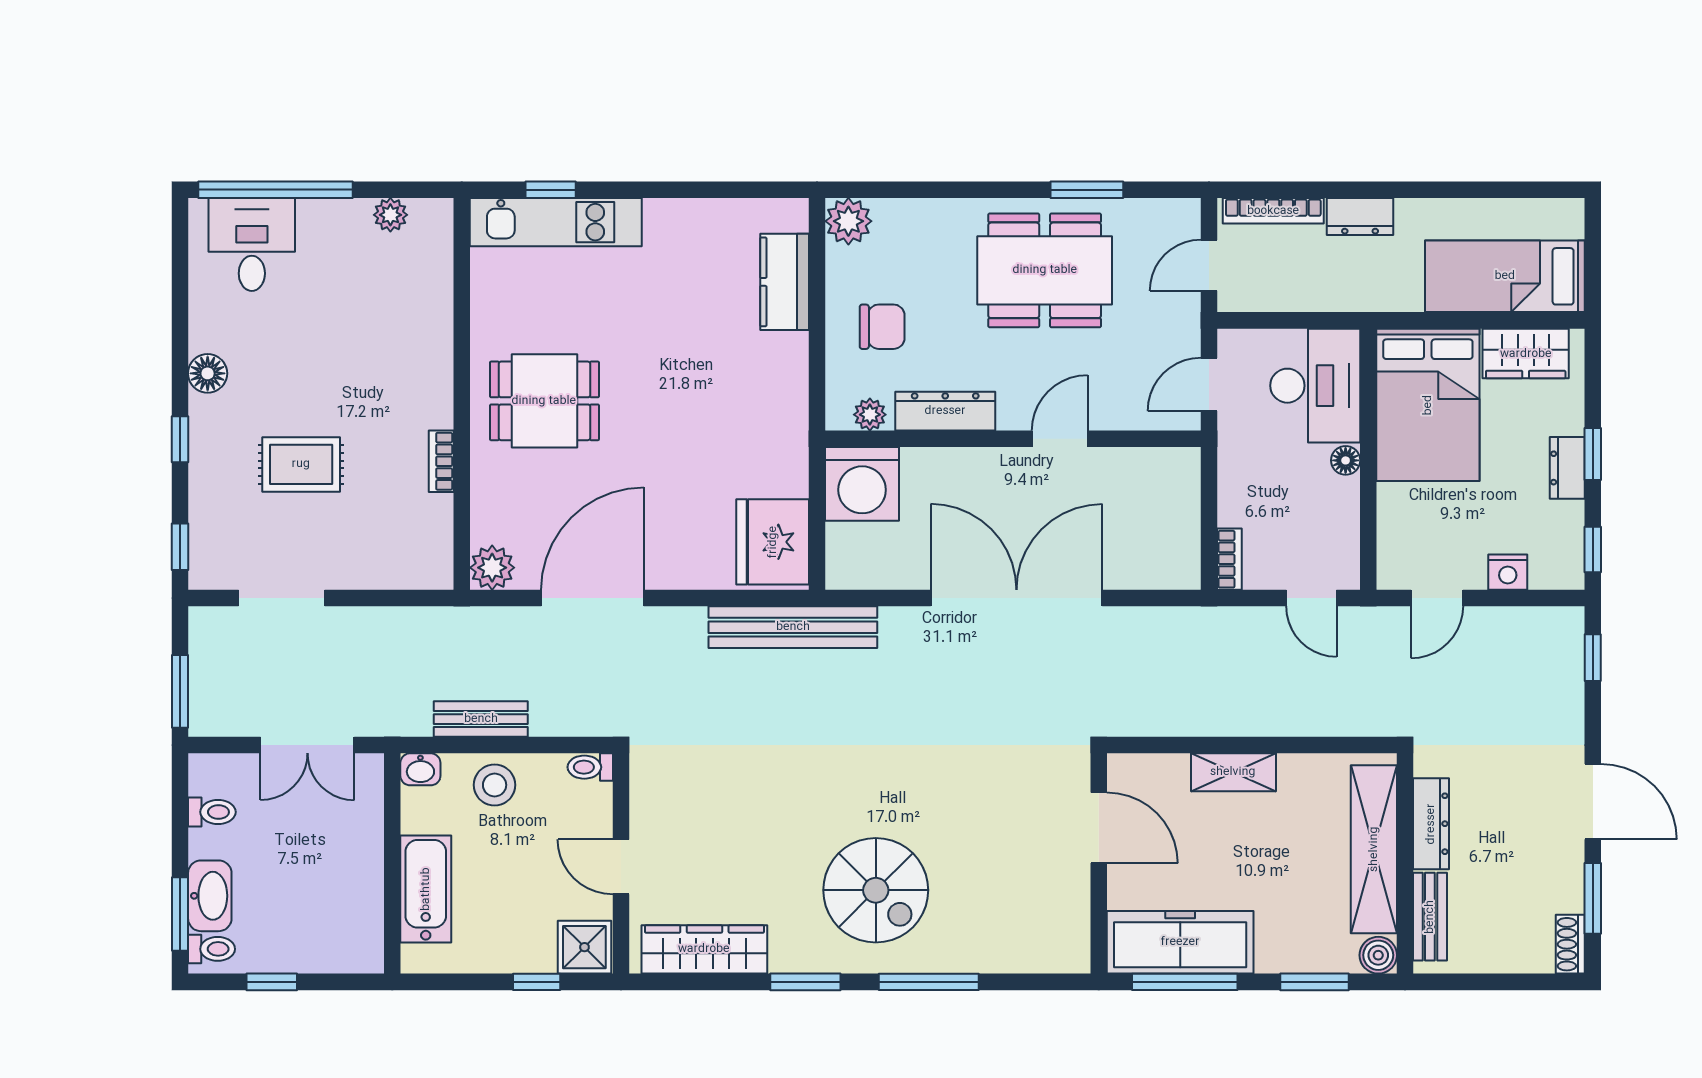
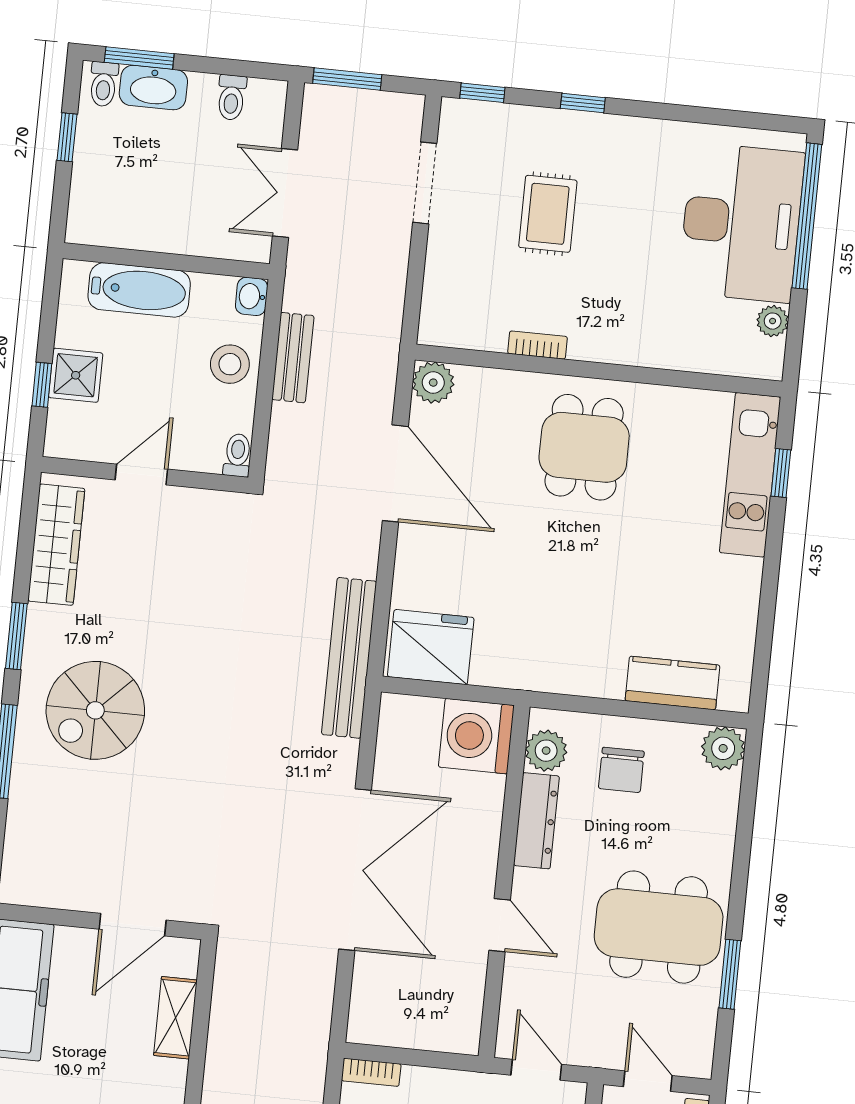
desk: (252, 244) -> (741, 223), width x1.87, depth x1.30
dining table: (1045, 270) -> (659, 927), turned 90
floor lamp: (208, 373) -> (642, 135), removed
plant: (870, 415) -> (546, 751), width x1.38, depth x1.38
shelving: (1233, 772) -> (175, 1018), moved
shower: (584, 947) -> (76, 375), moved

